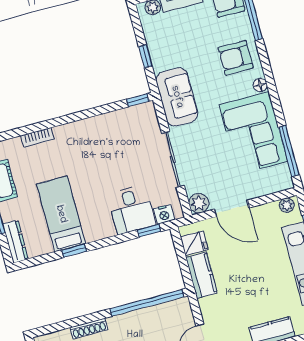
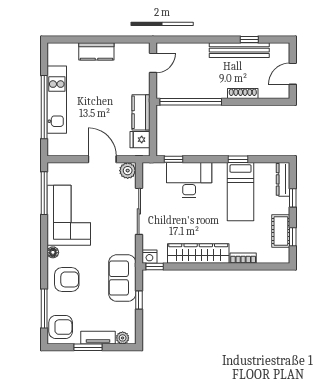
sofa: (177, 97) -> (122, 278), moved
wardrobe: (91, 129) -> (198, 254), added
plant: (287, 205) -> (57, 150), removed
desk: (132, 209) -> (189, 180), width x1.37
nightstand: (164, 214) -> (149, 257), moved, turned 180

